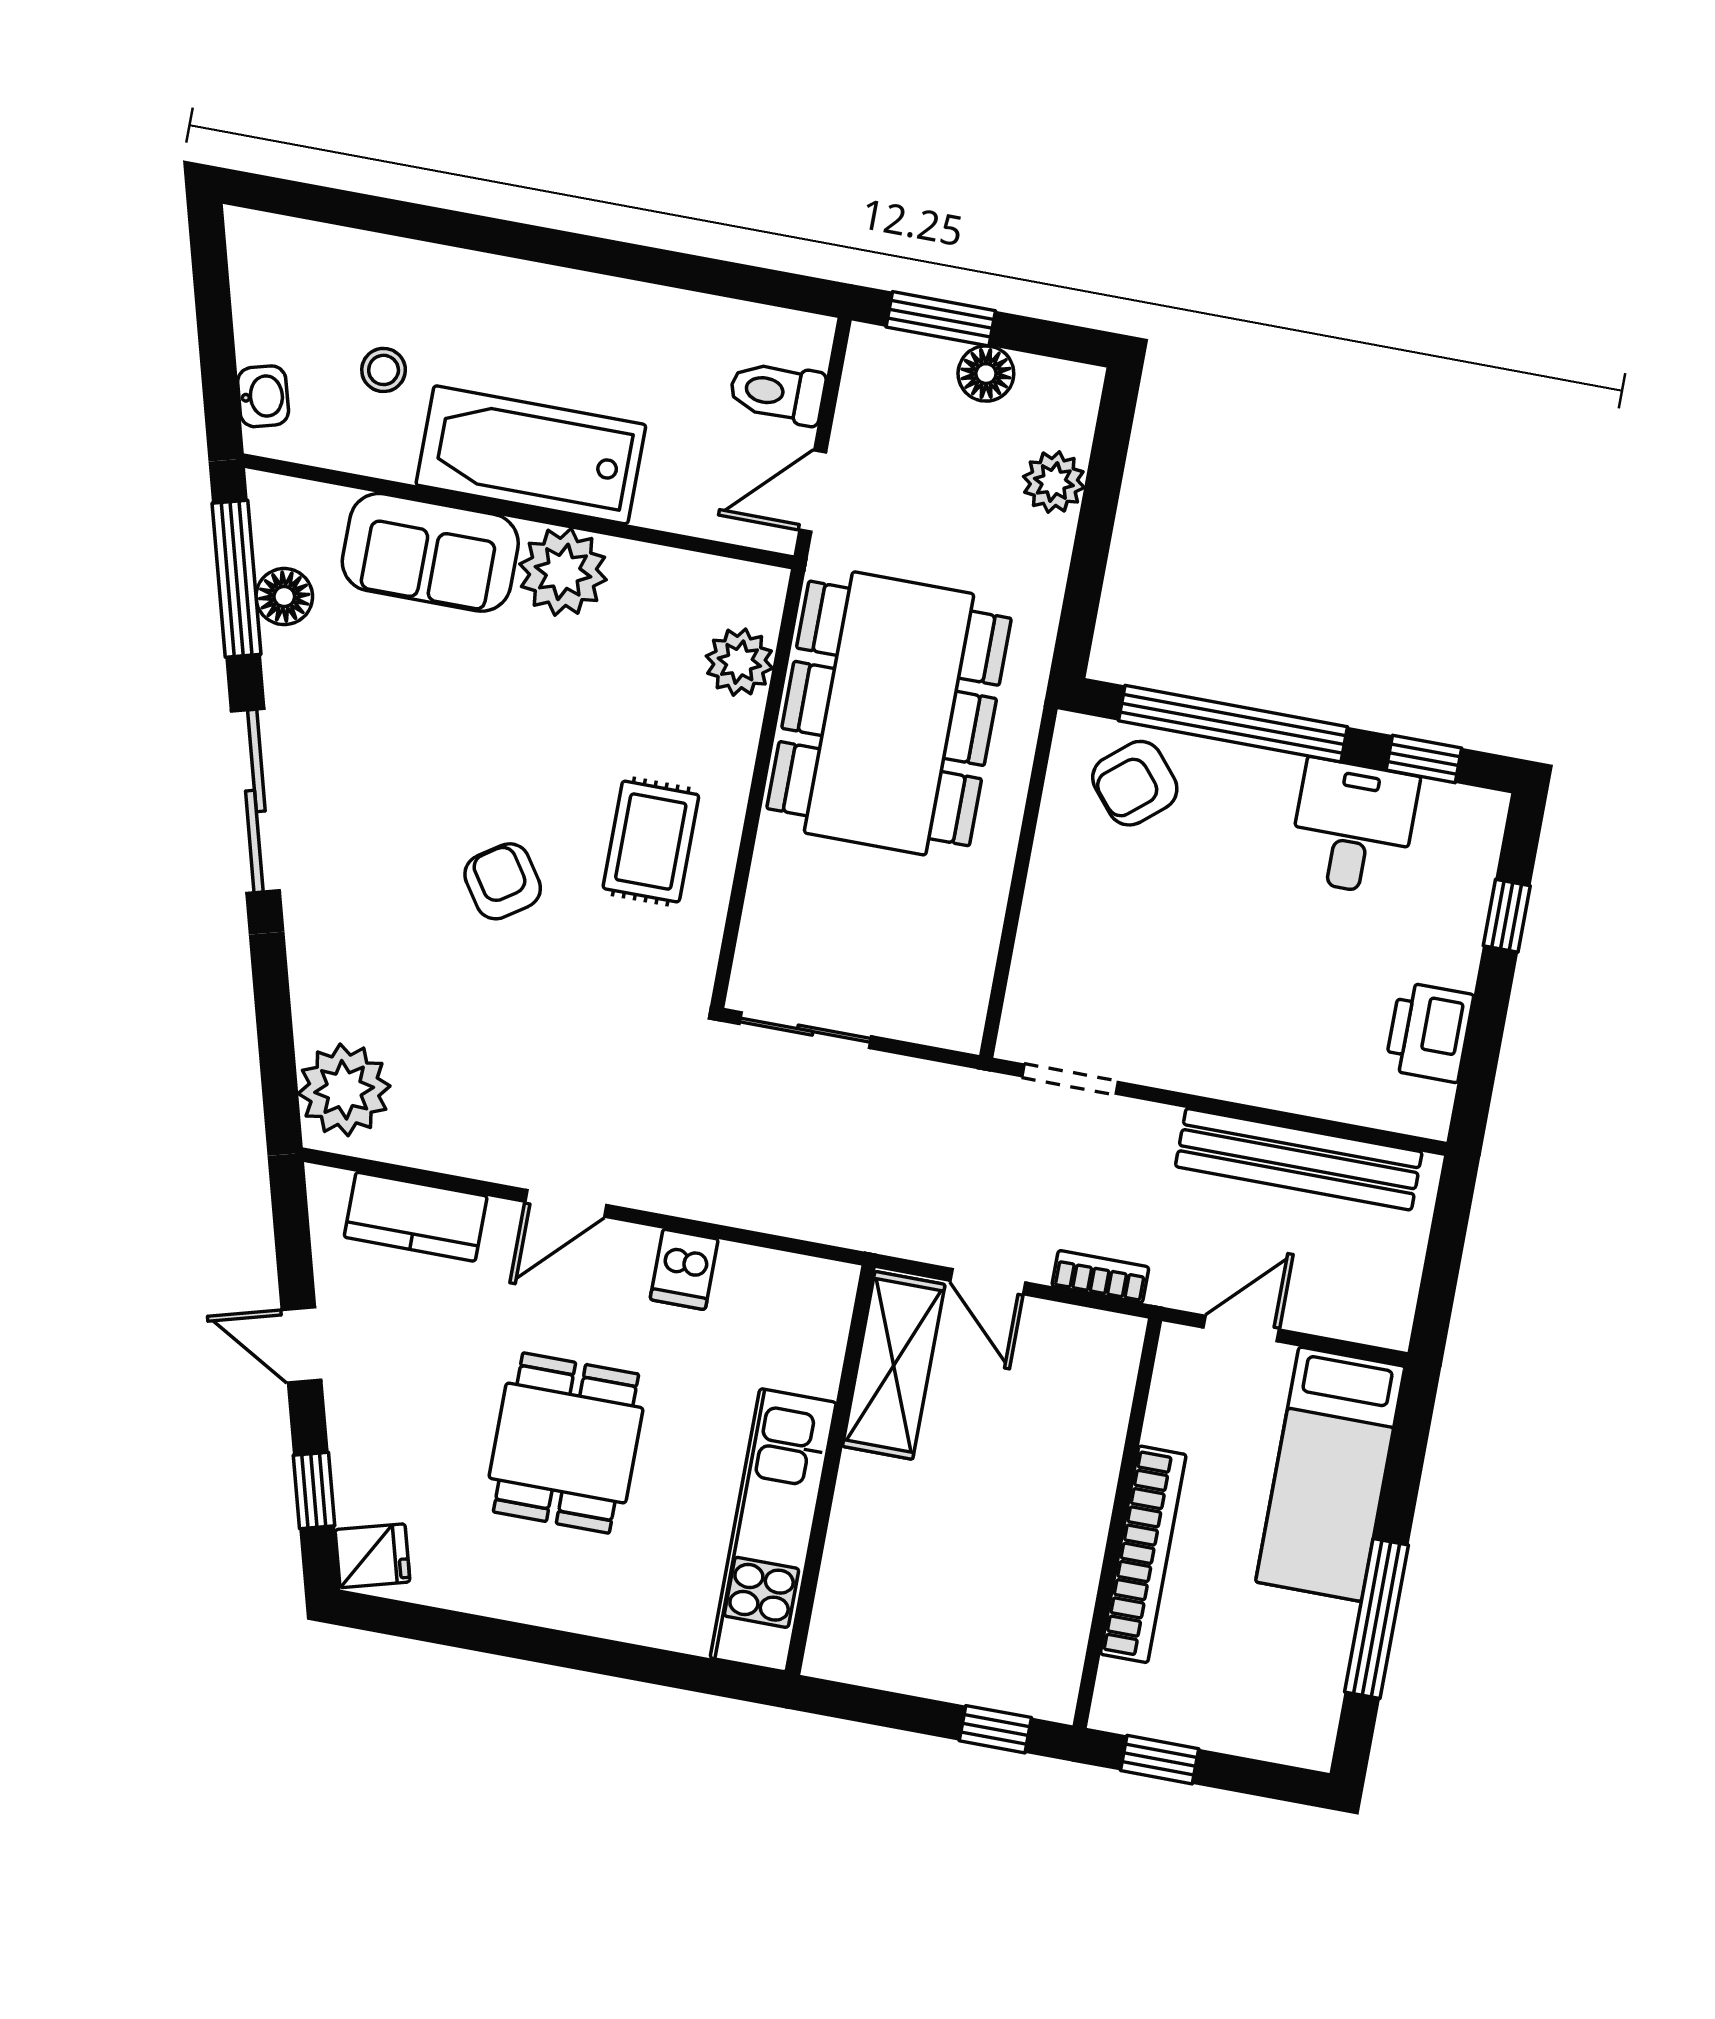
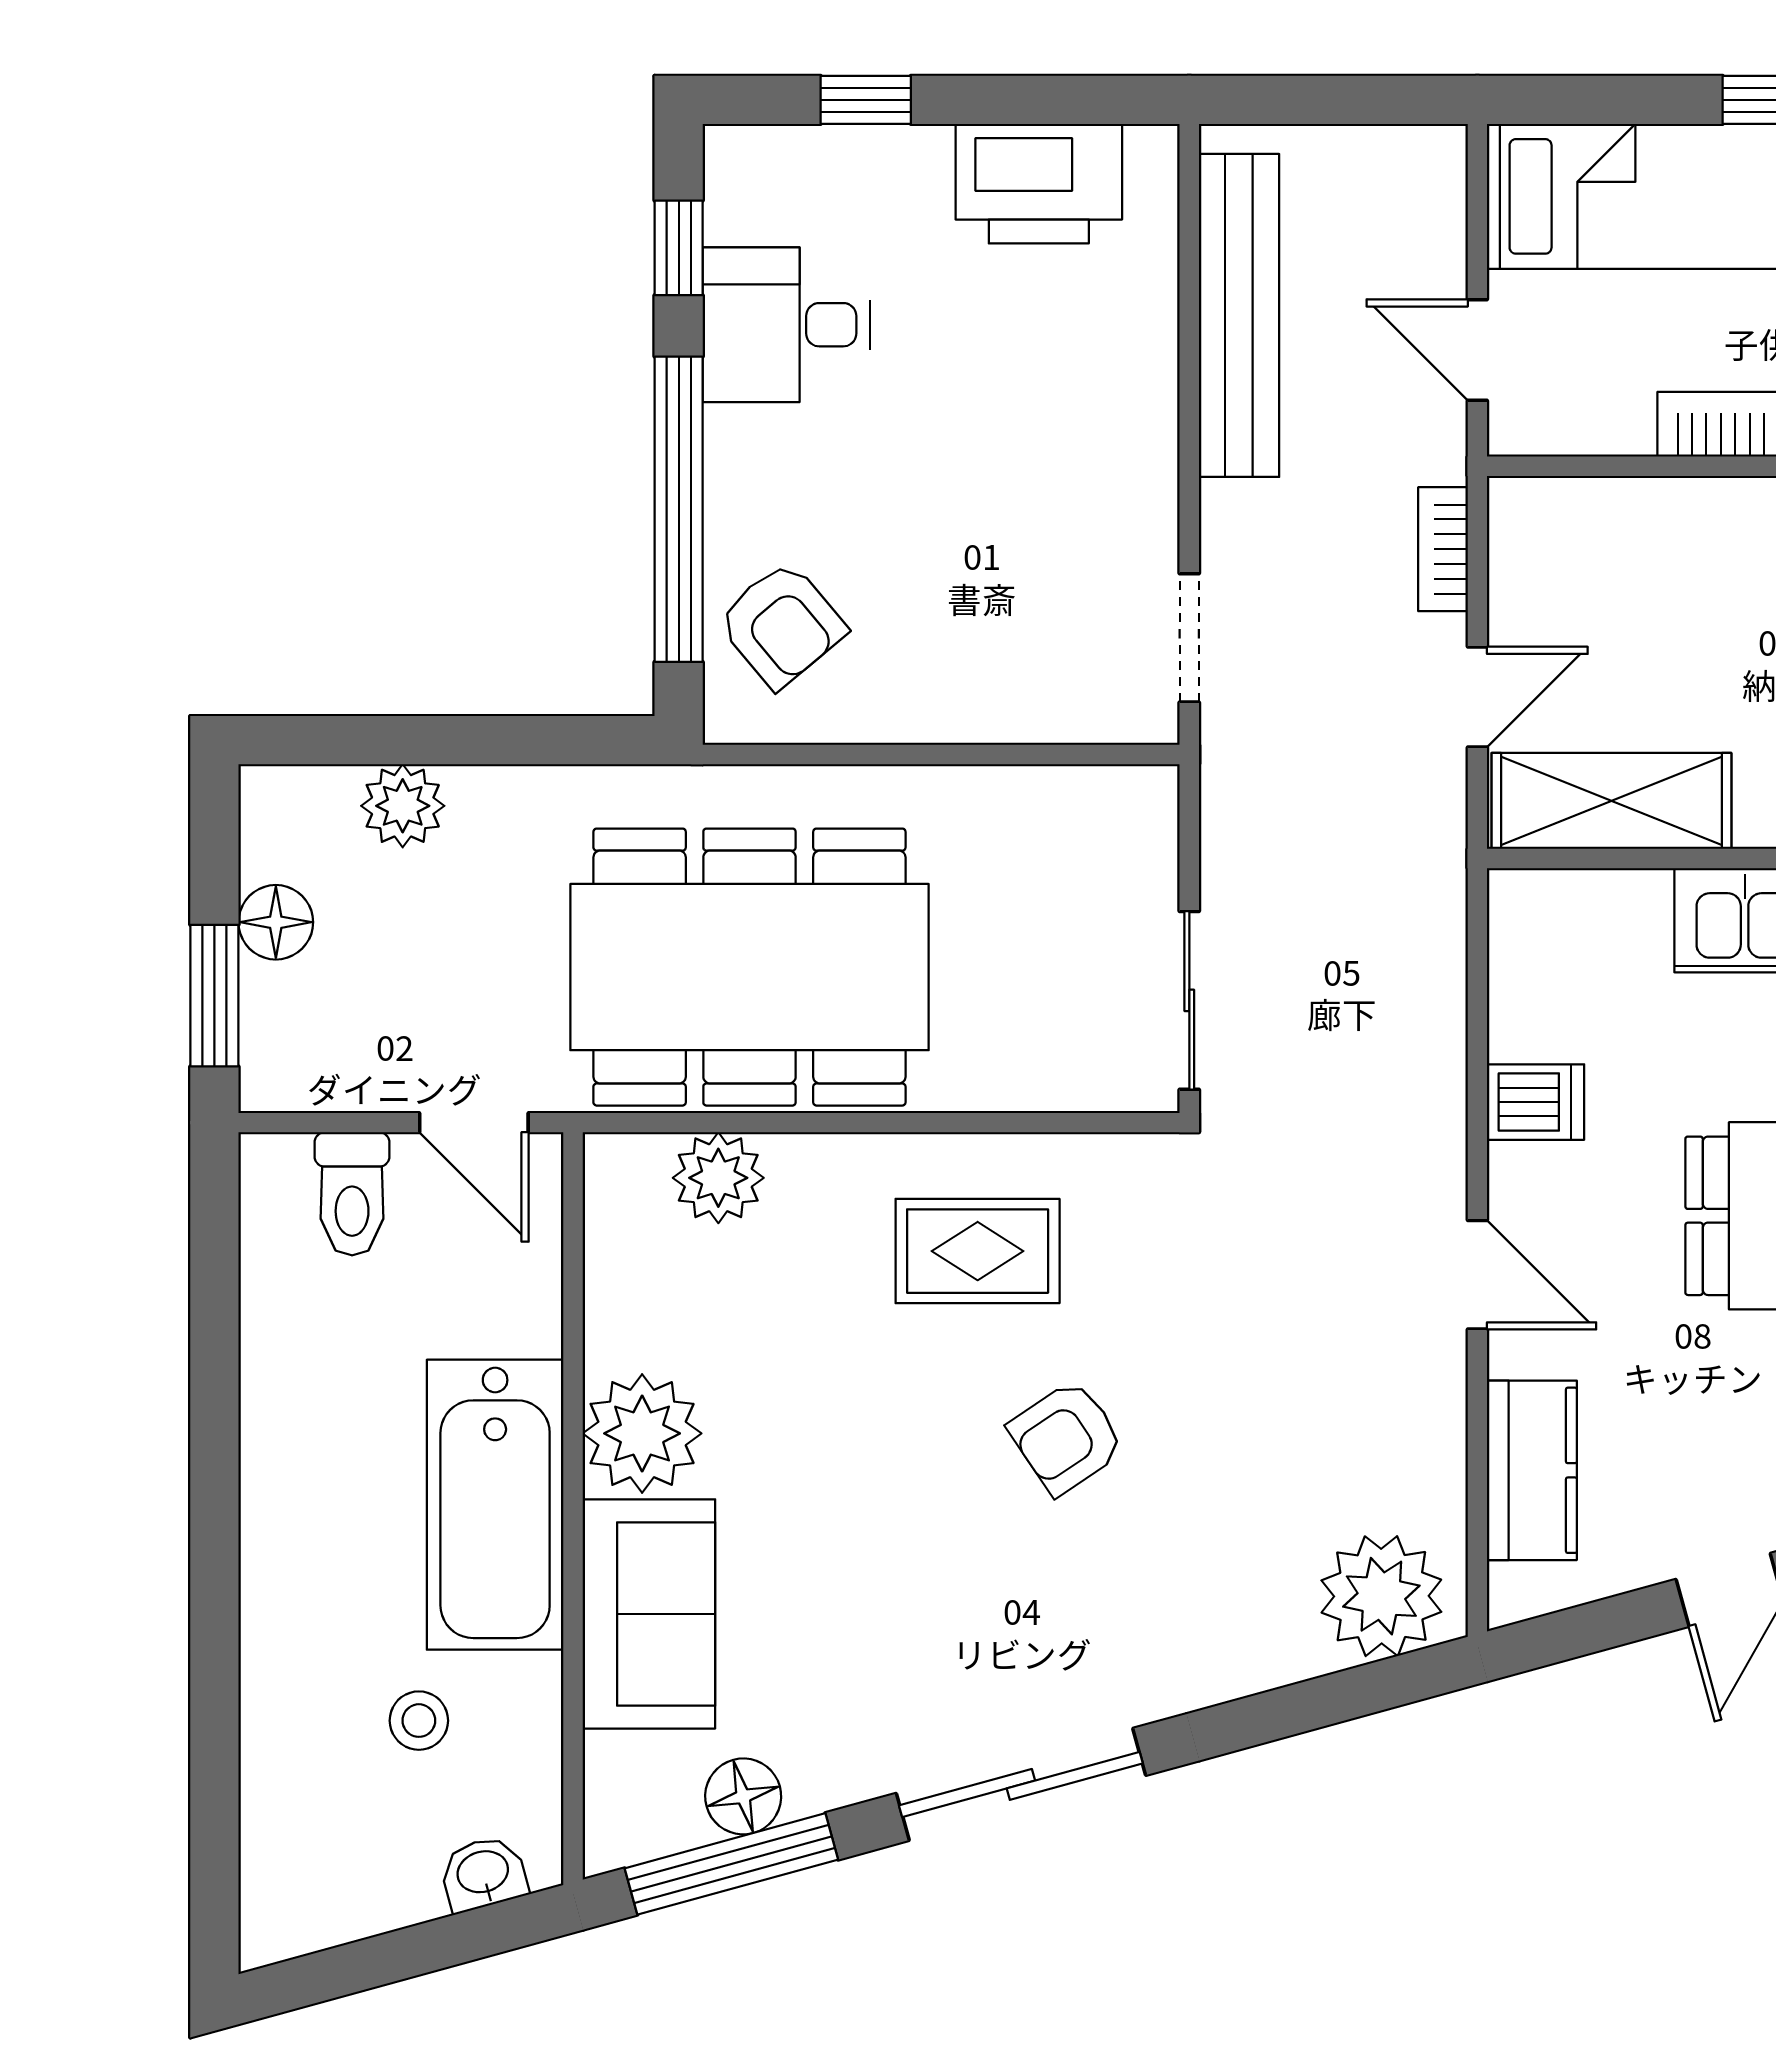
printer: (1429, 1032) -> (1039, 184), width x1.37, depth x1.19

